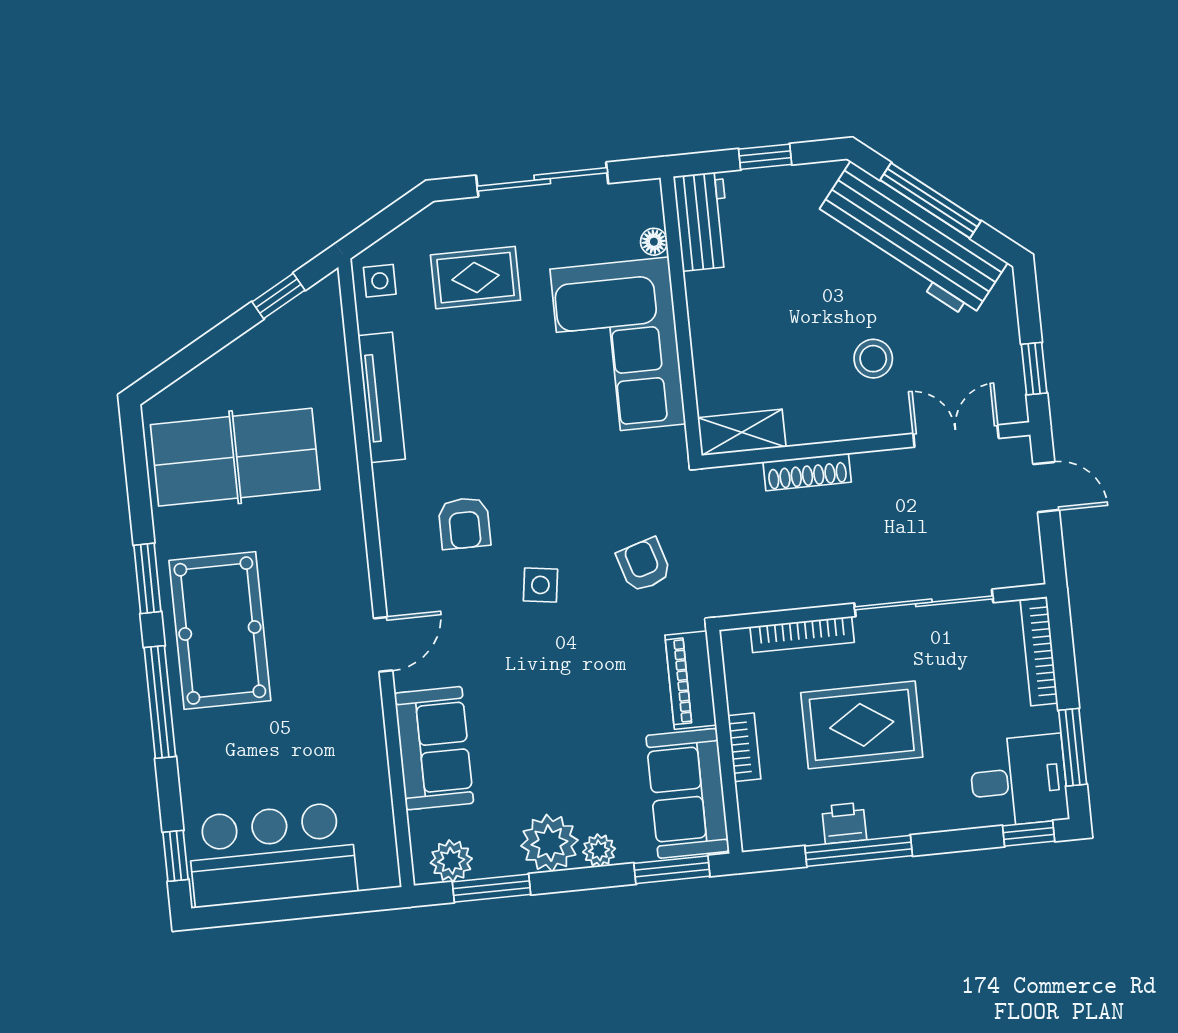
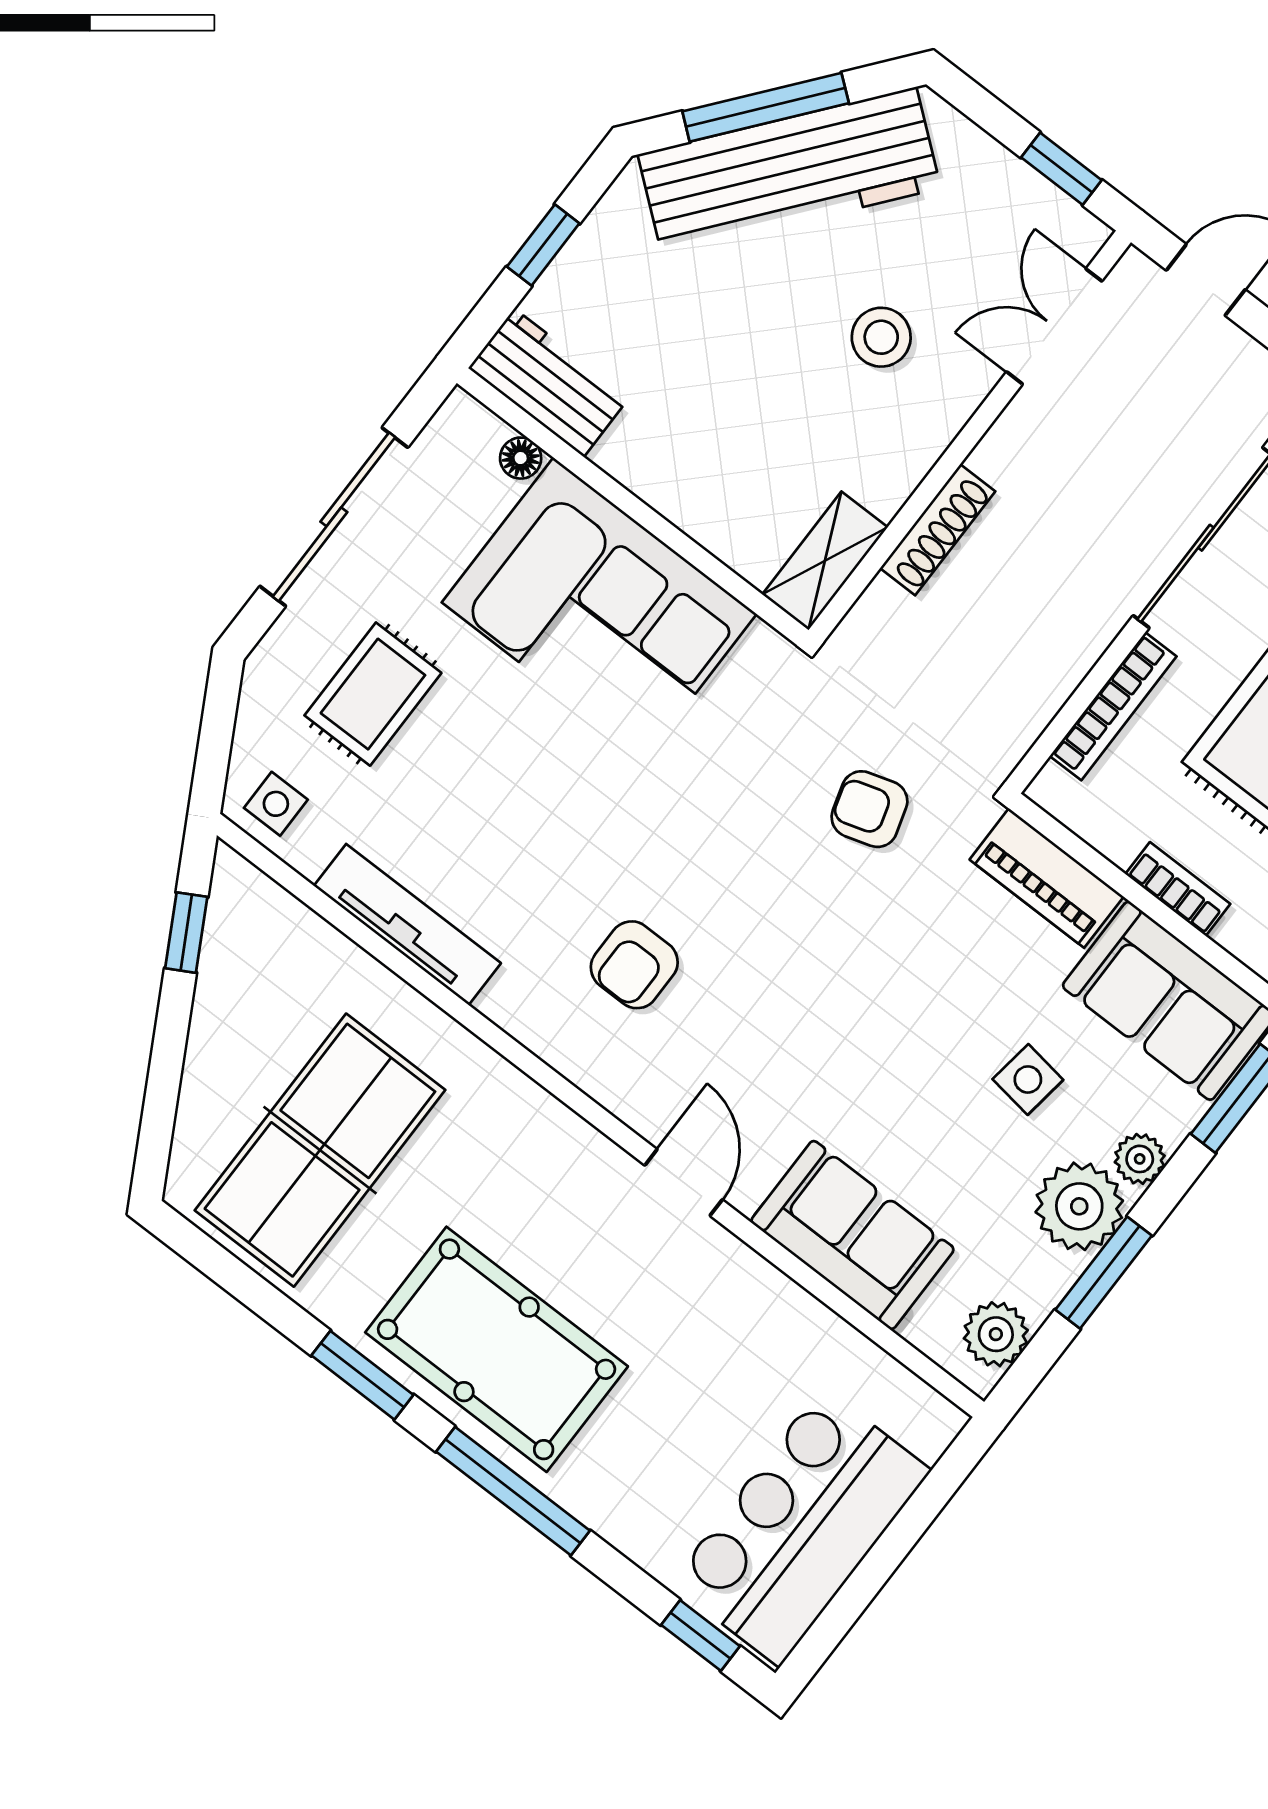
armchair: (464, 523) -> (634, 965), turned 90
side table: (540, 585) -> (1028, 1079), moved
window: (492, 888) -> (1104, 1273), moved

